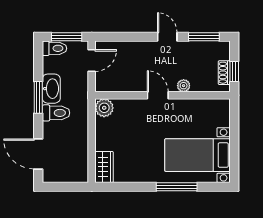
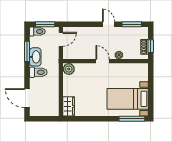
window: (38, 97) -> (27, 51), moved
window: (177, 187) -> (132, 119), moved

